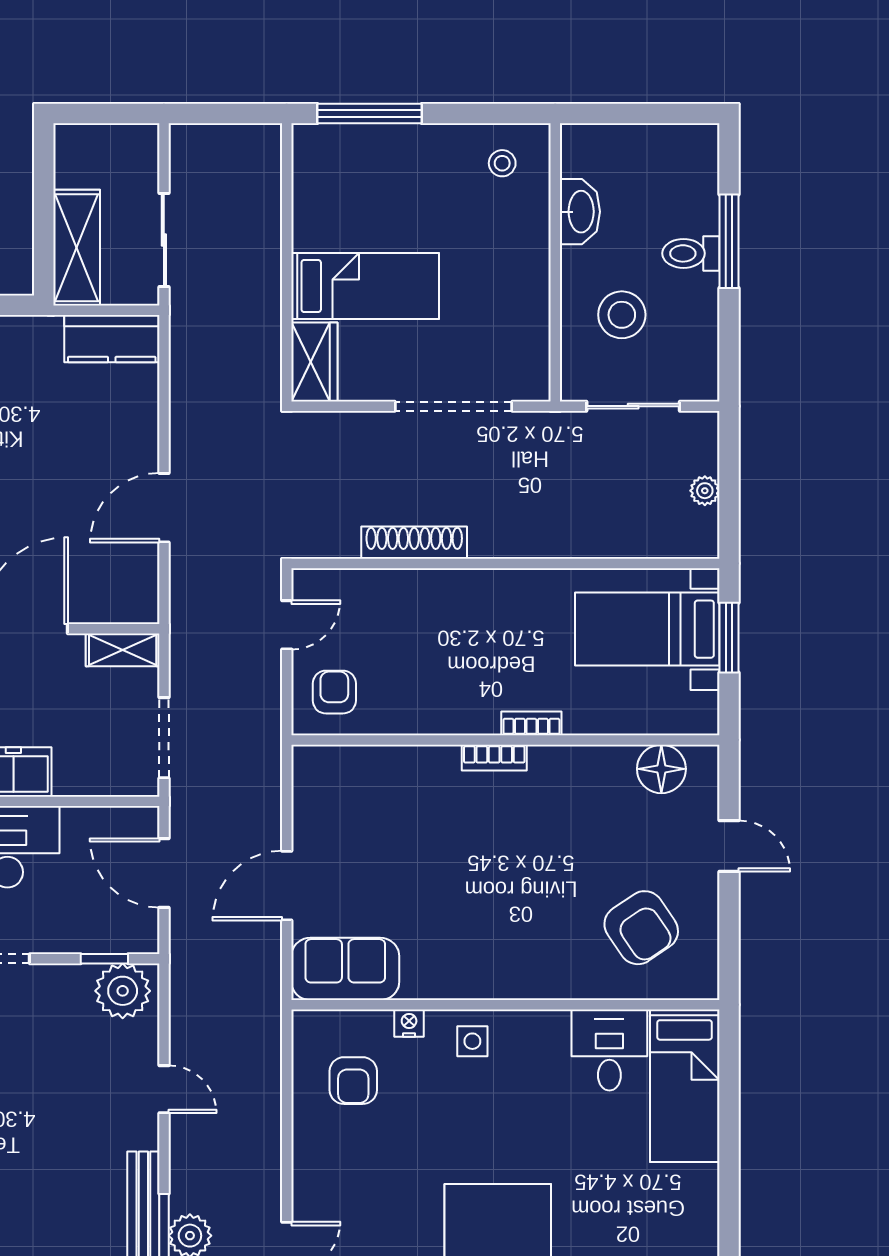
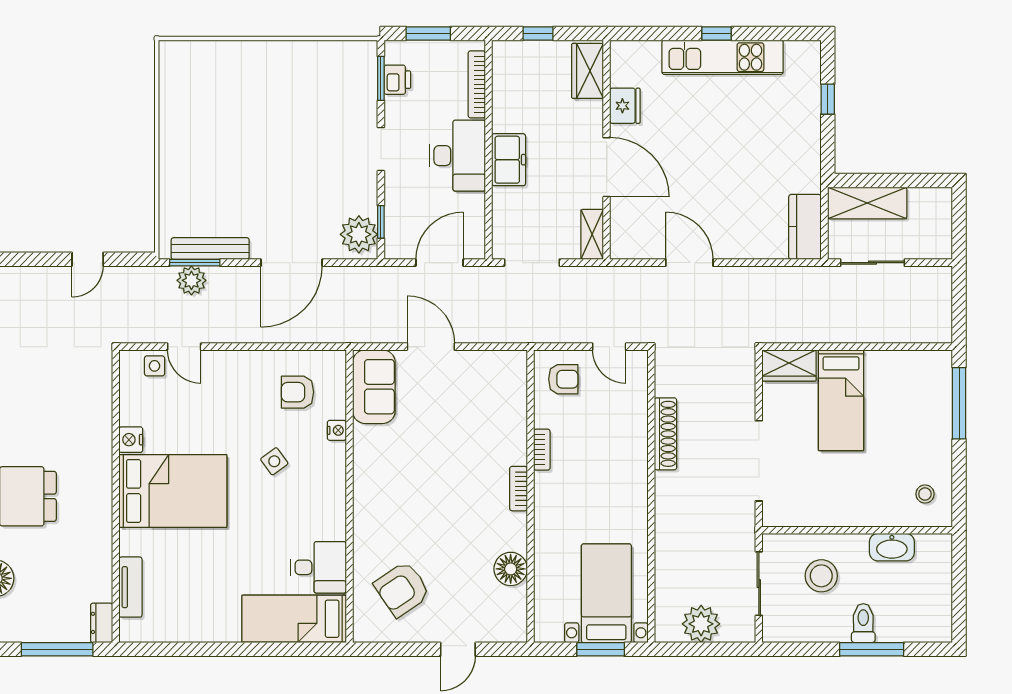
plant: (705, 491) -> (701, 624), width x1.88, depth x1.88
bookcase: (531, 723) -> (542, 450), moved
floor lamp: (661, 769) -> (511, 569), moved
side table: (472, 1041) -> (274, 461), moved, turned -36
door: (164, 1089) -> (292, 263), width x1.88

